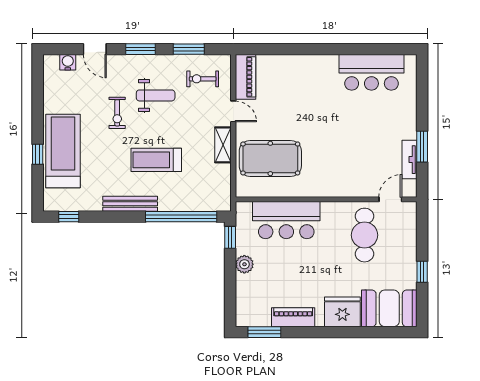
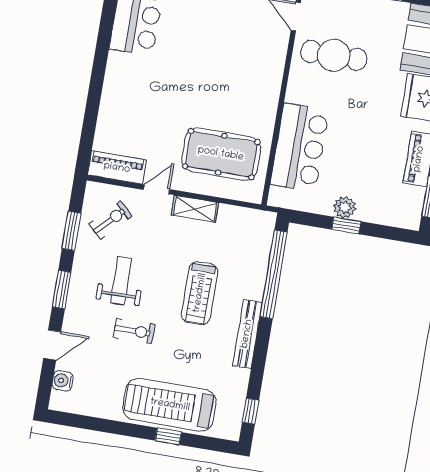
exercise bike: (203, 79) -> (110, 220), turned -136
pool table: (270, 158) -> (221, 154), turned 90
window: (230, 237) -> (346, 225), moved

